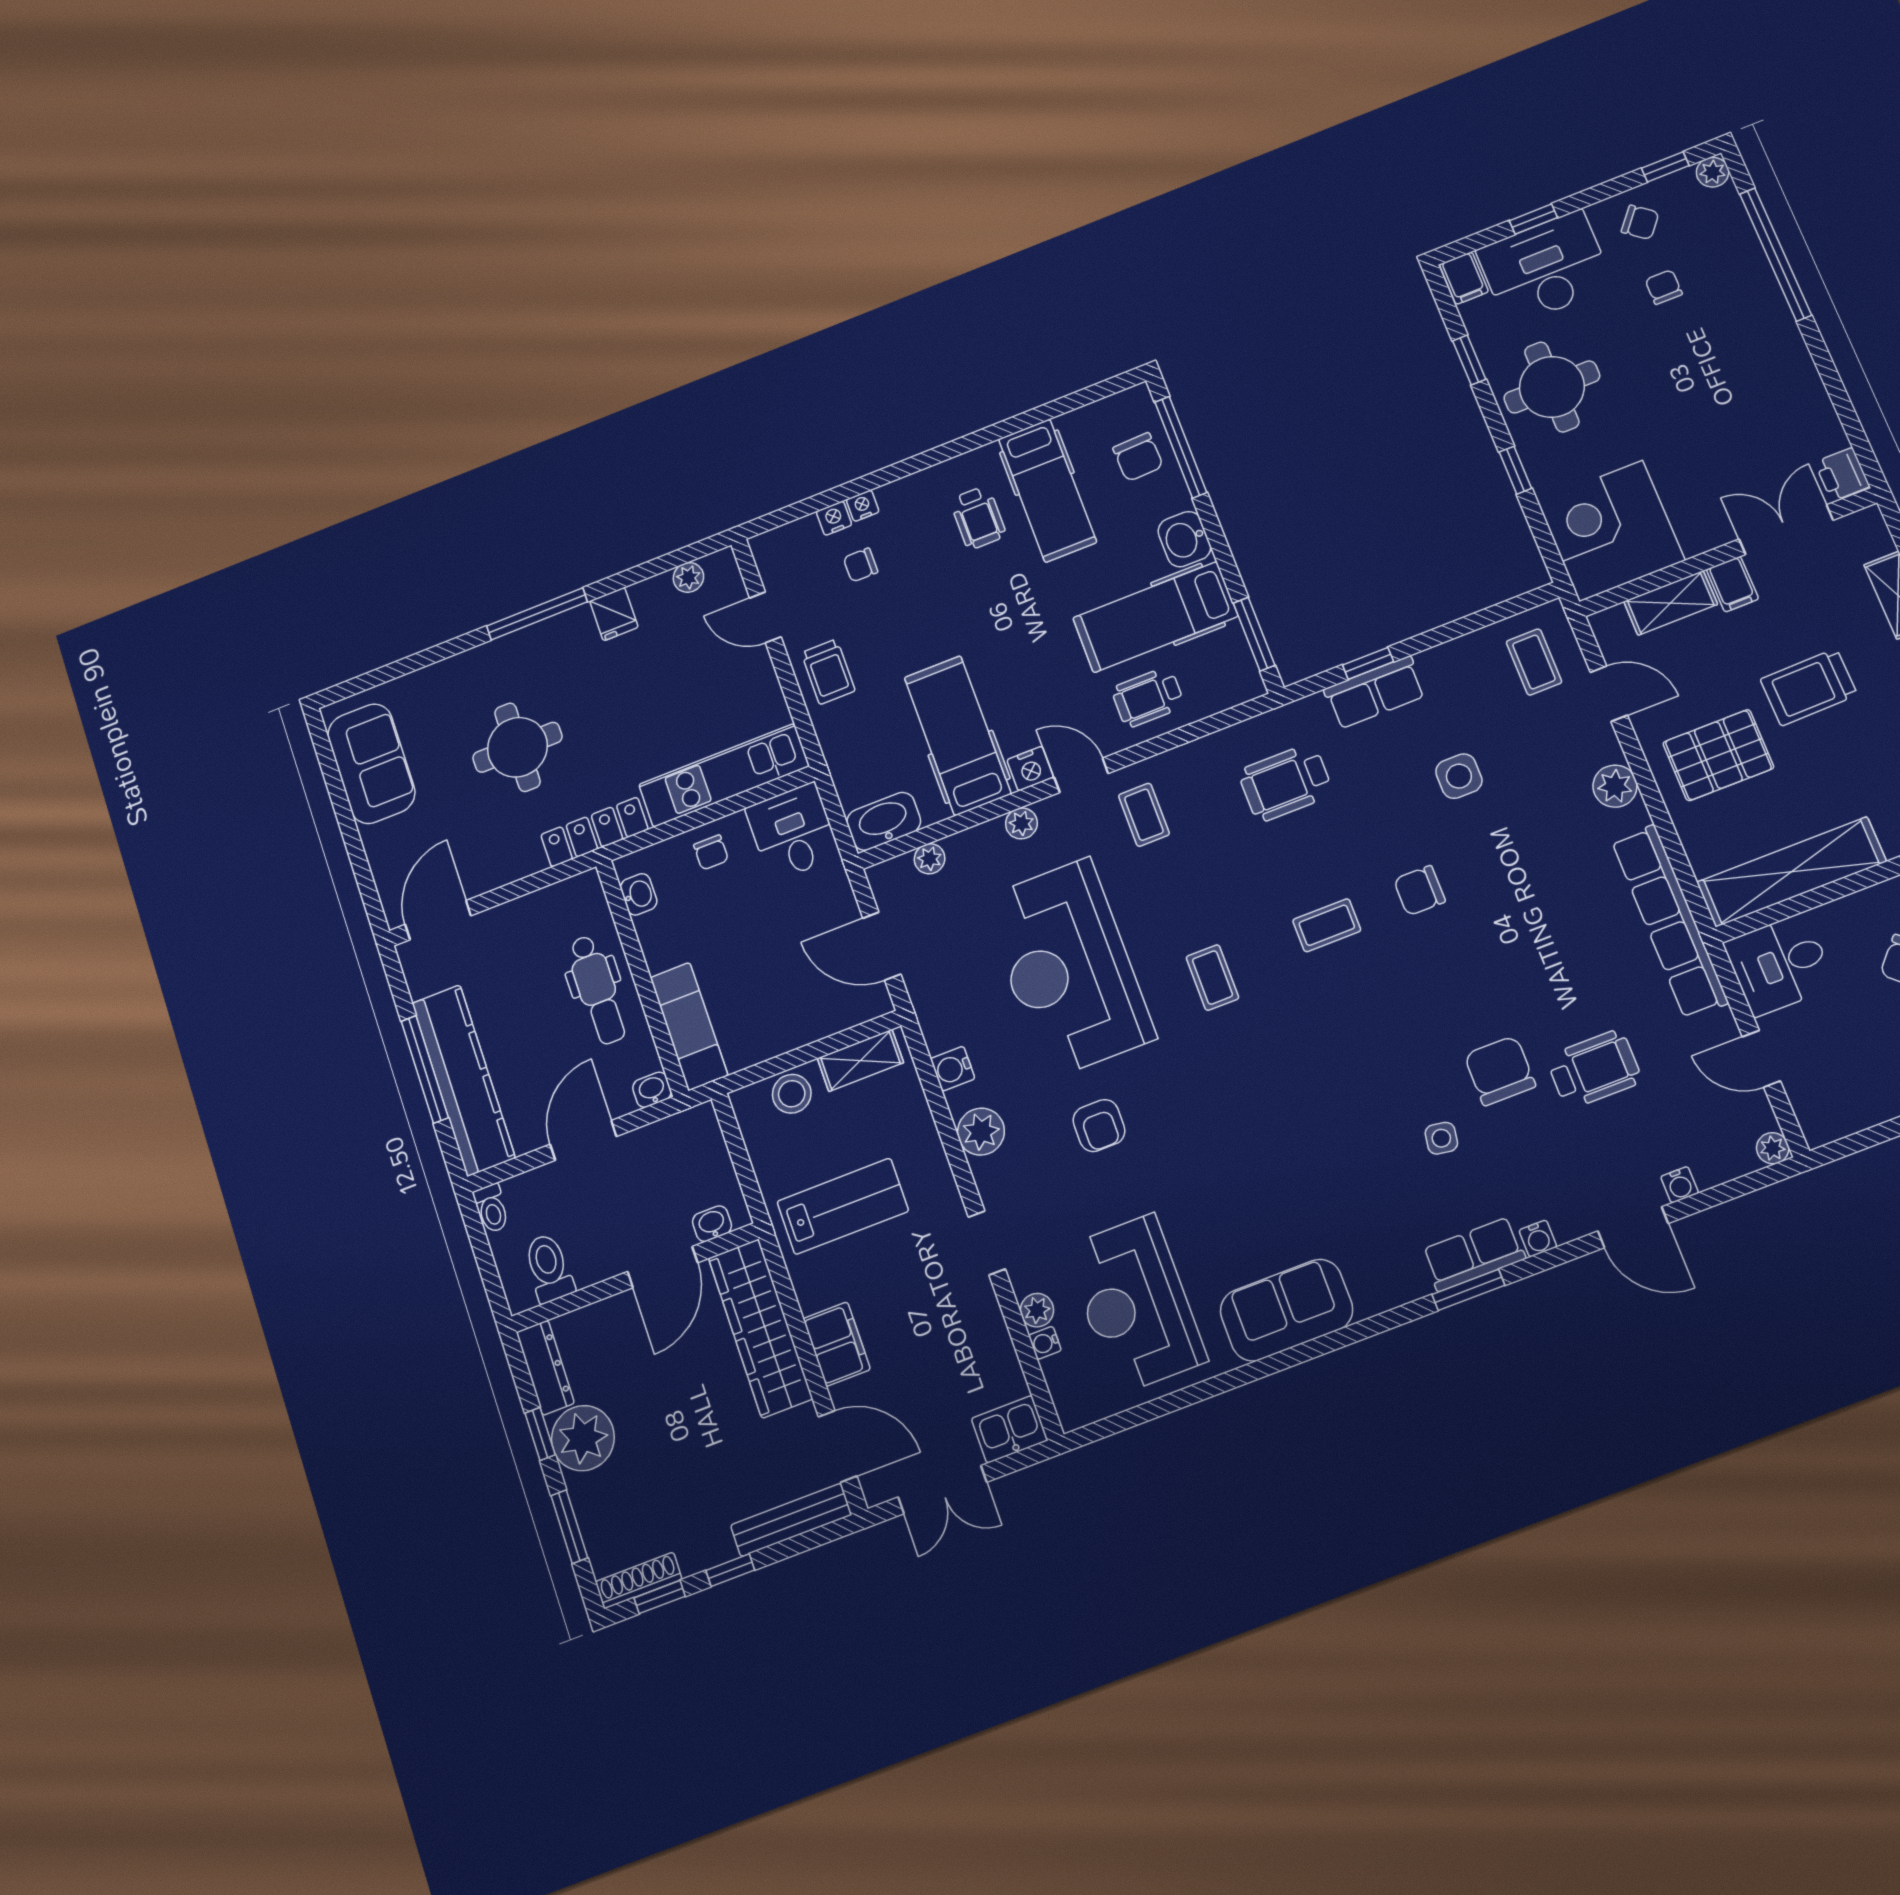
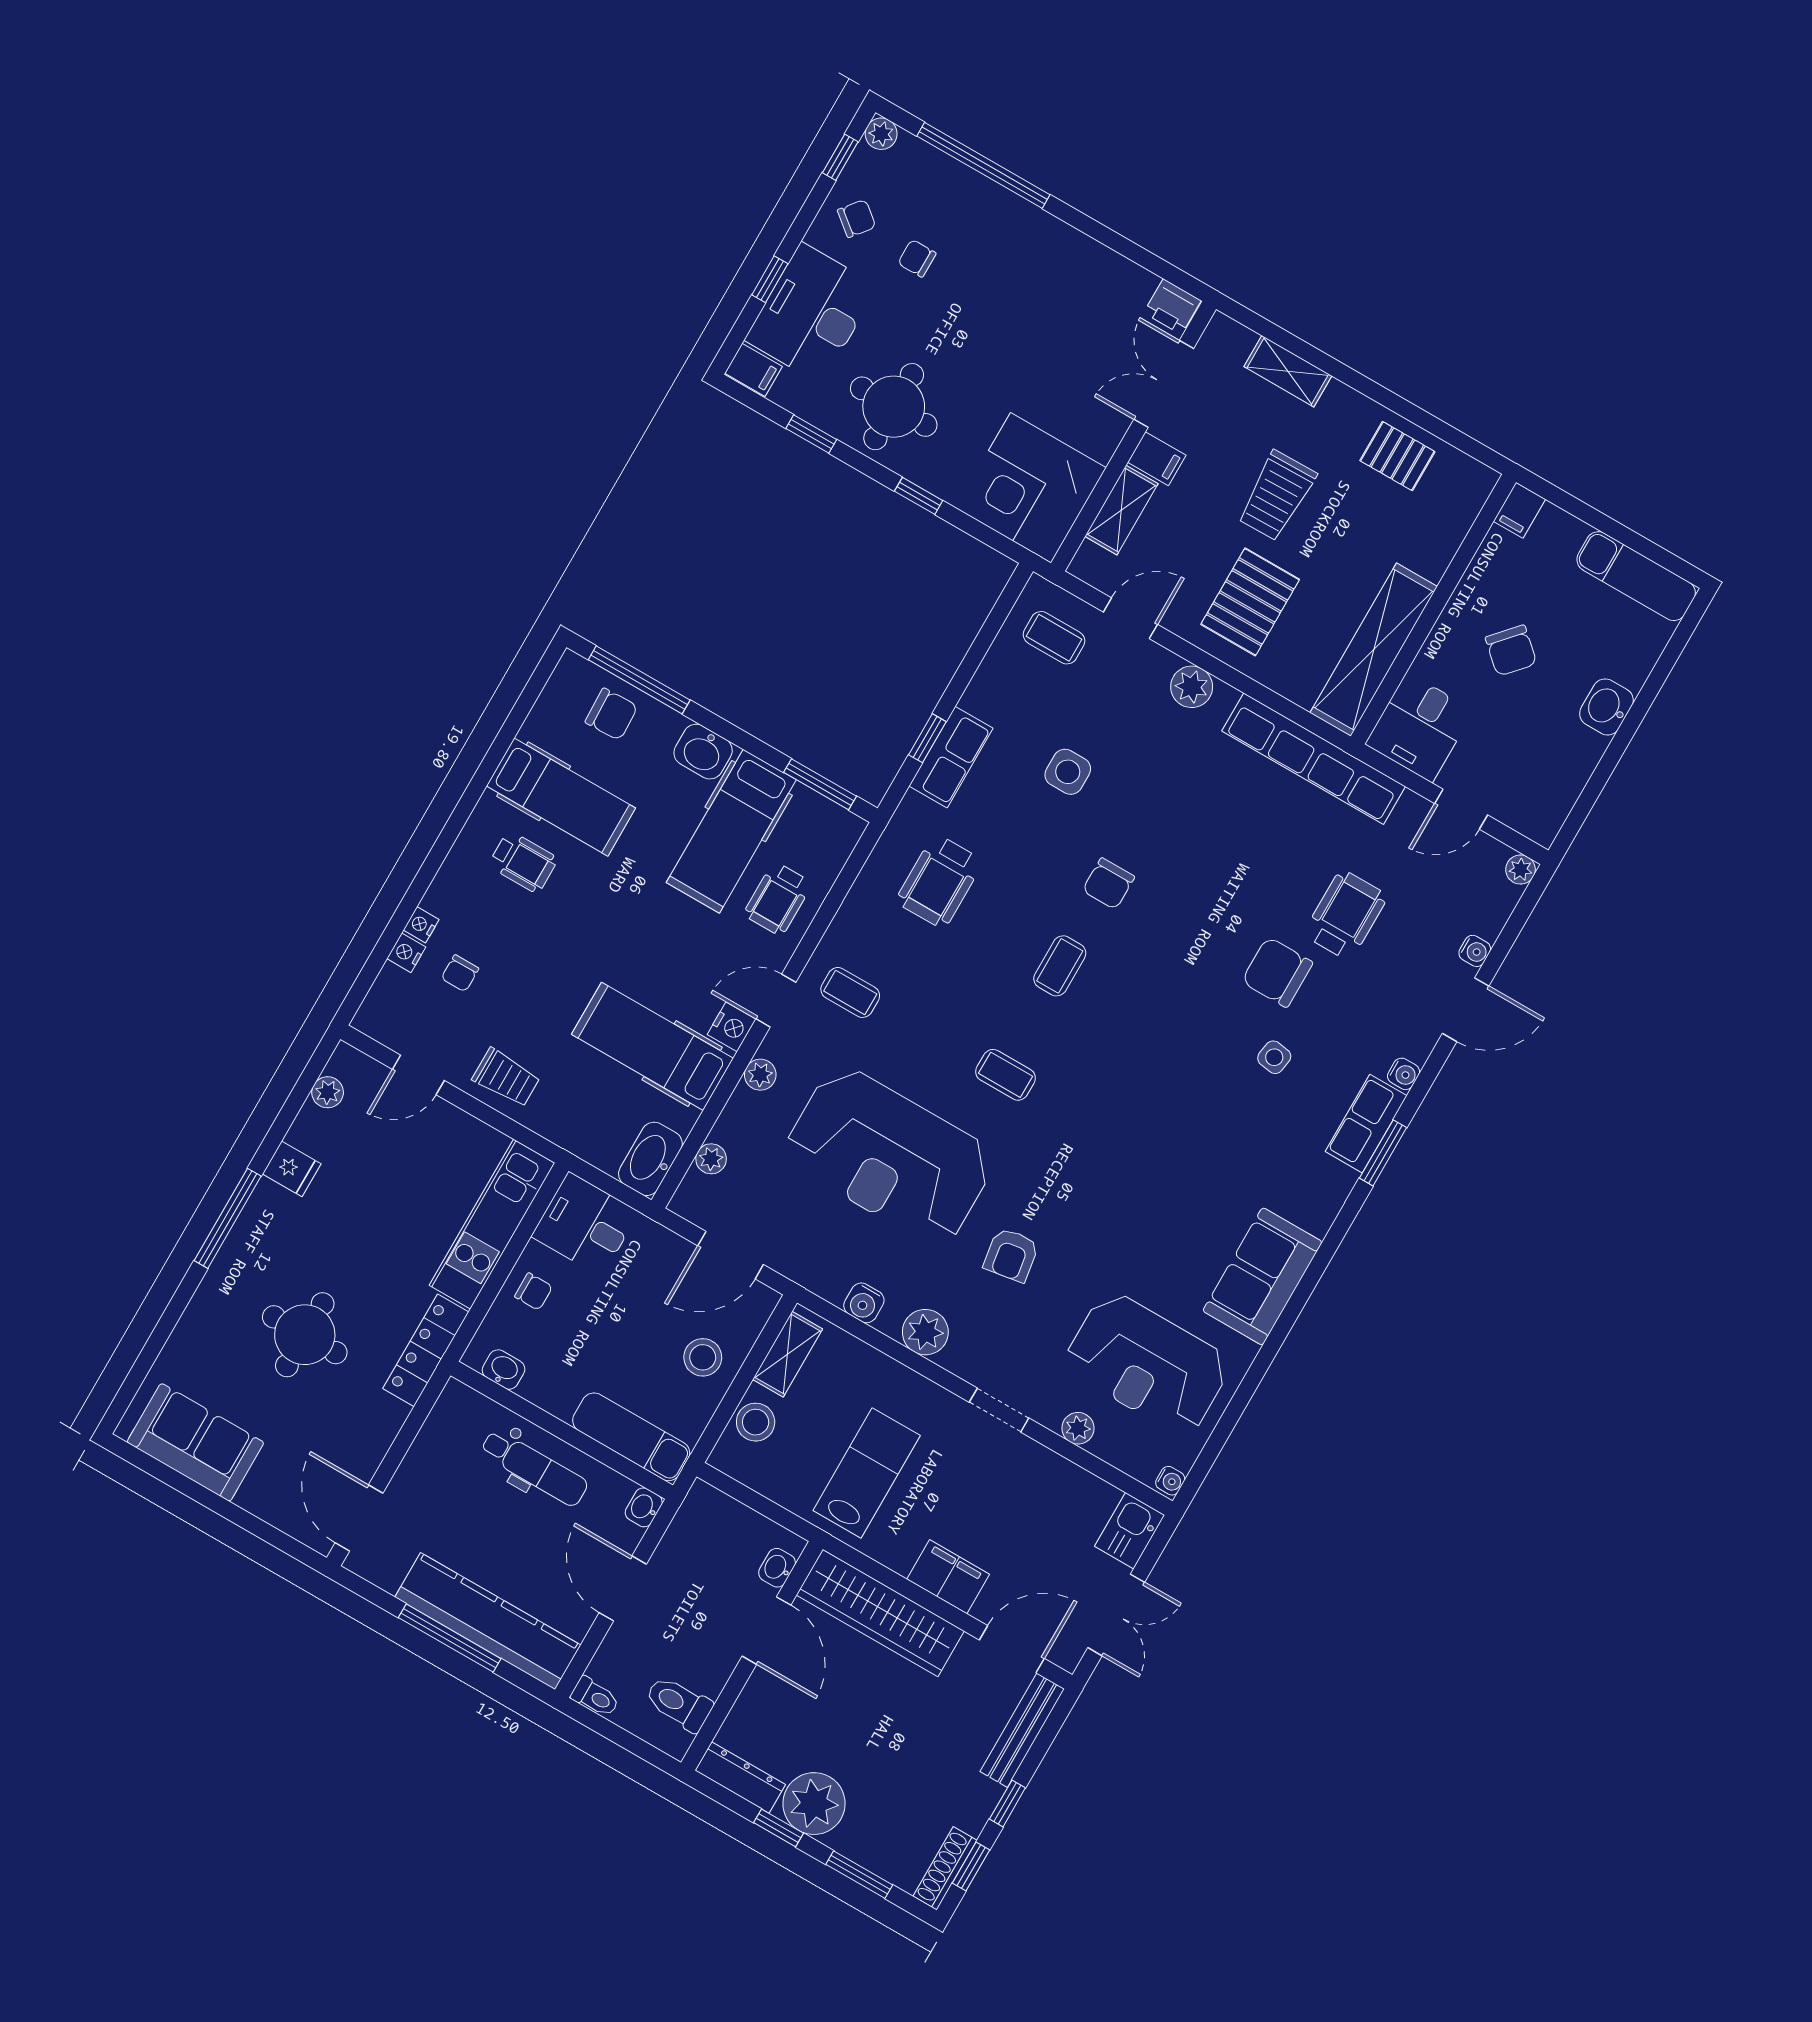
stool: (794, 1009) -> (703, 1357), added
armchair: (1099, 1126) -> (1011, 1255), turned 81
water cooler: (1045, 1343) -> (1170, 1481), moved, turned -90

